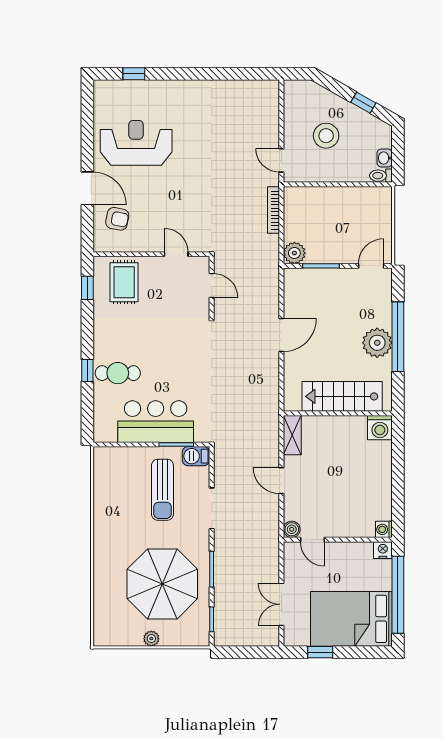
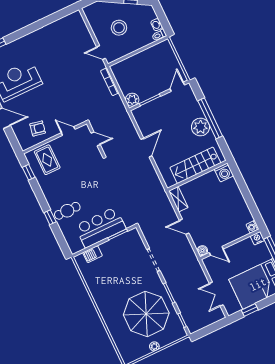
armchair: (117, 219) -> (38, 128), moved
barbecue: (196, 456) -> (93, 254), moved
sun lounger: (162, 490) -> (122, 263), removed

